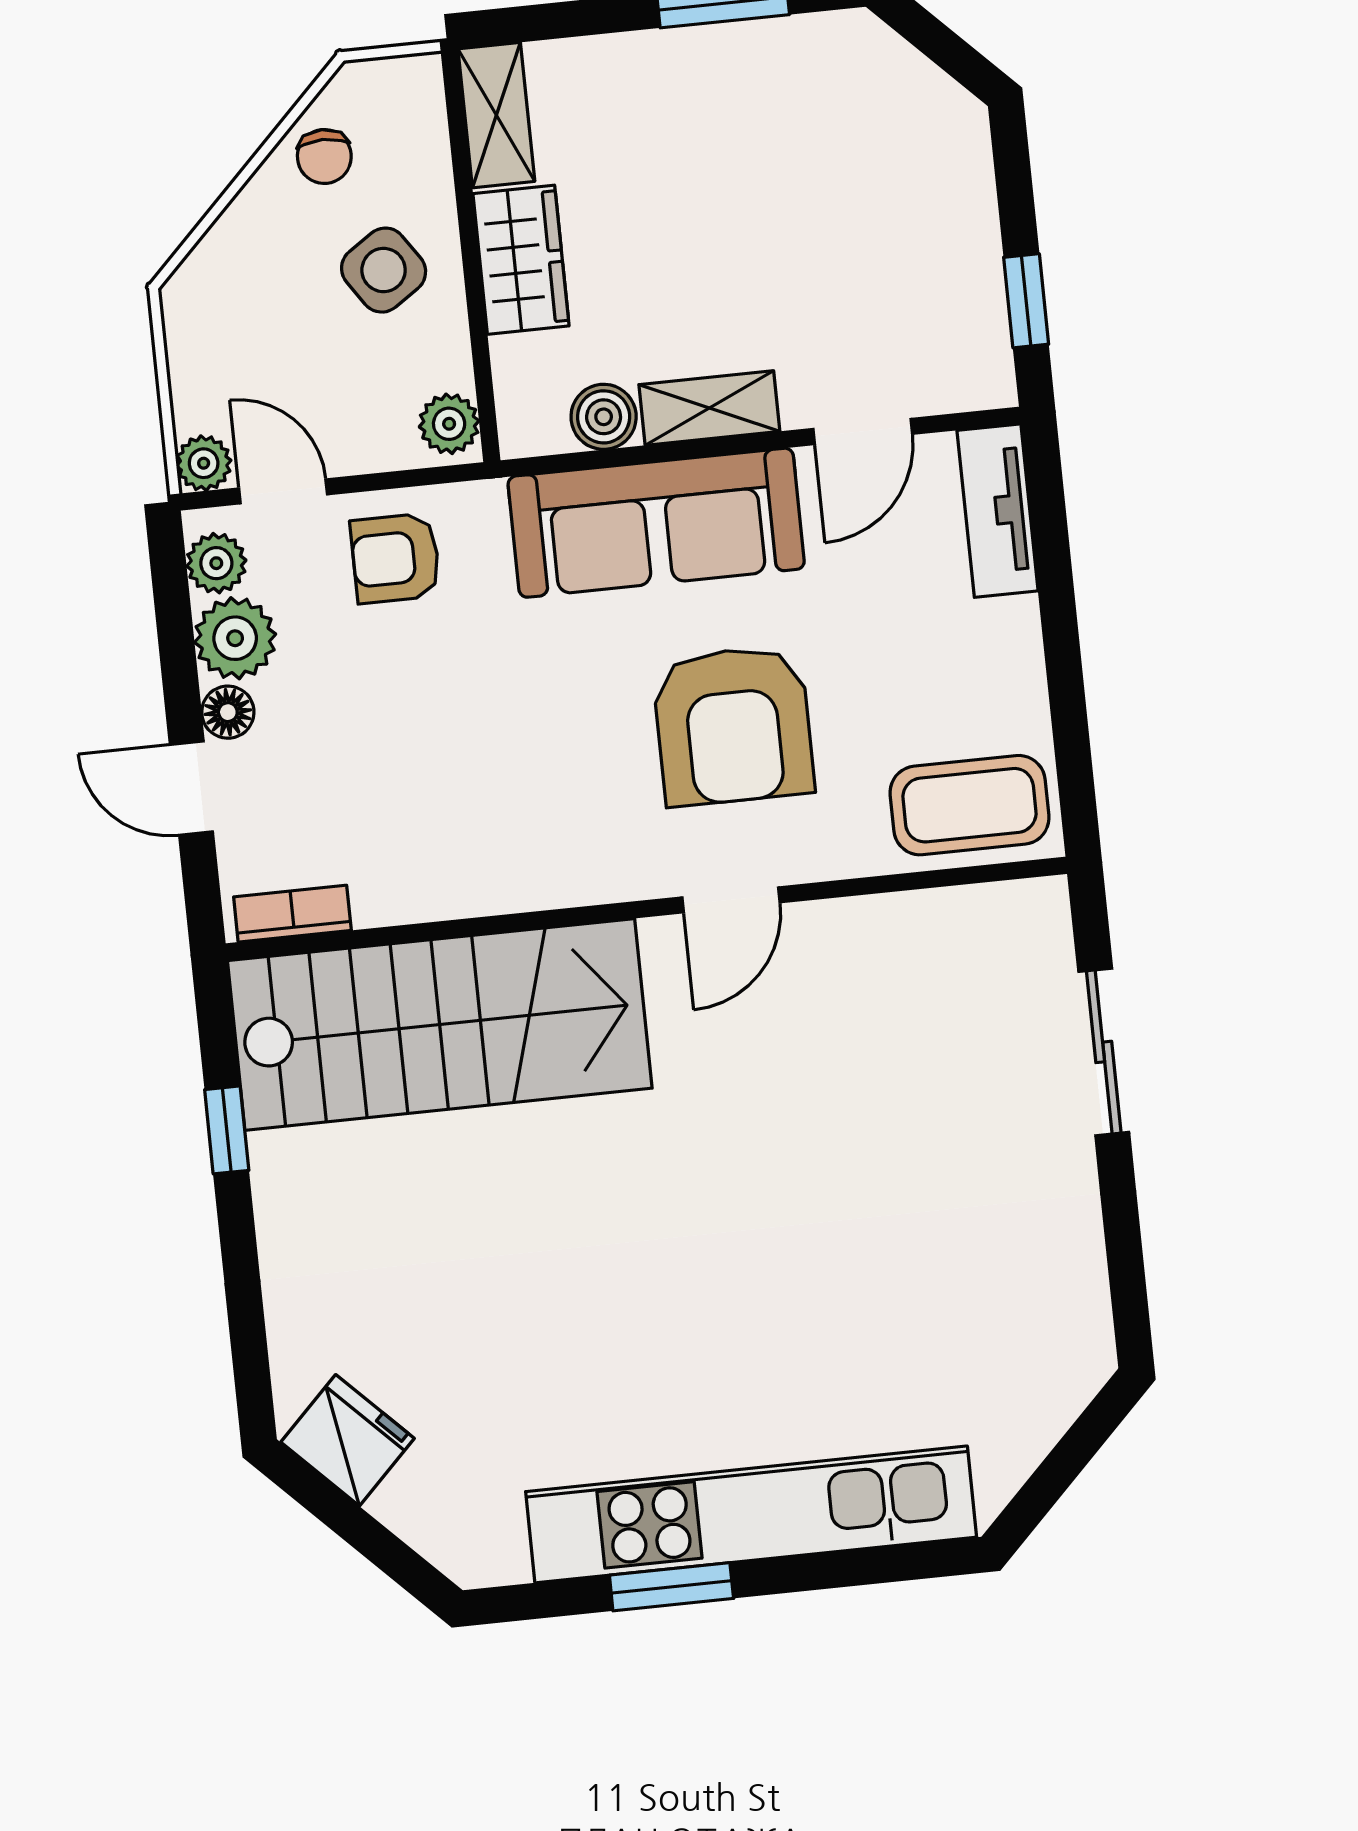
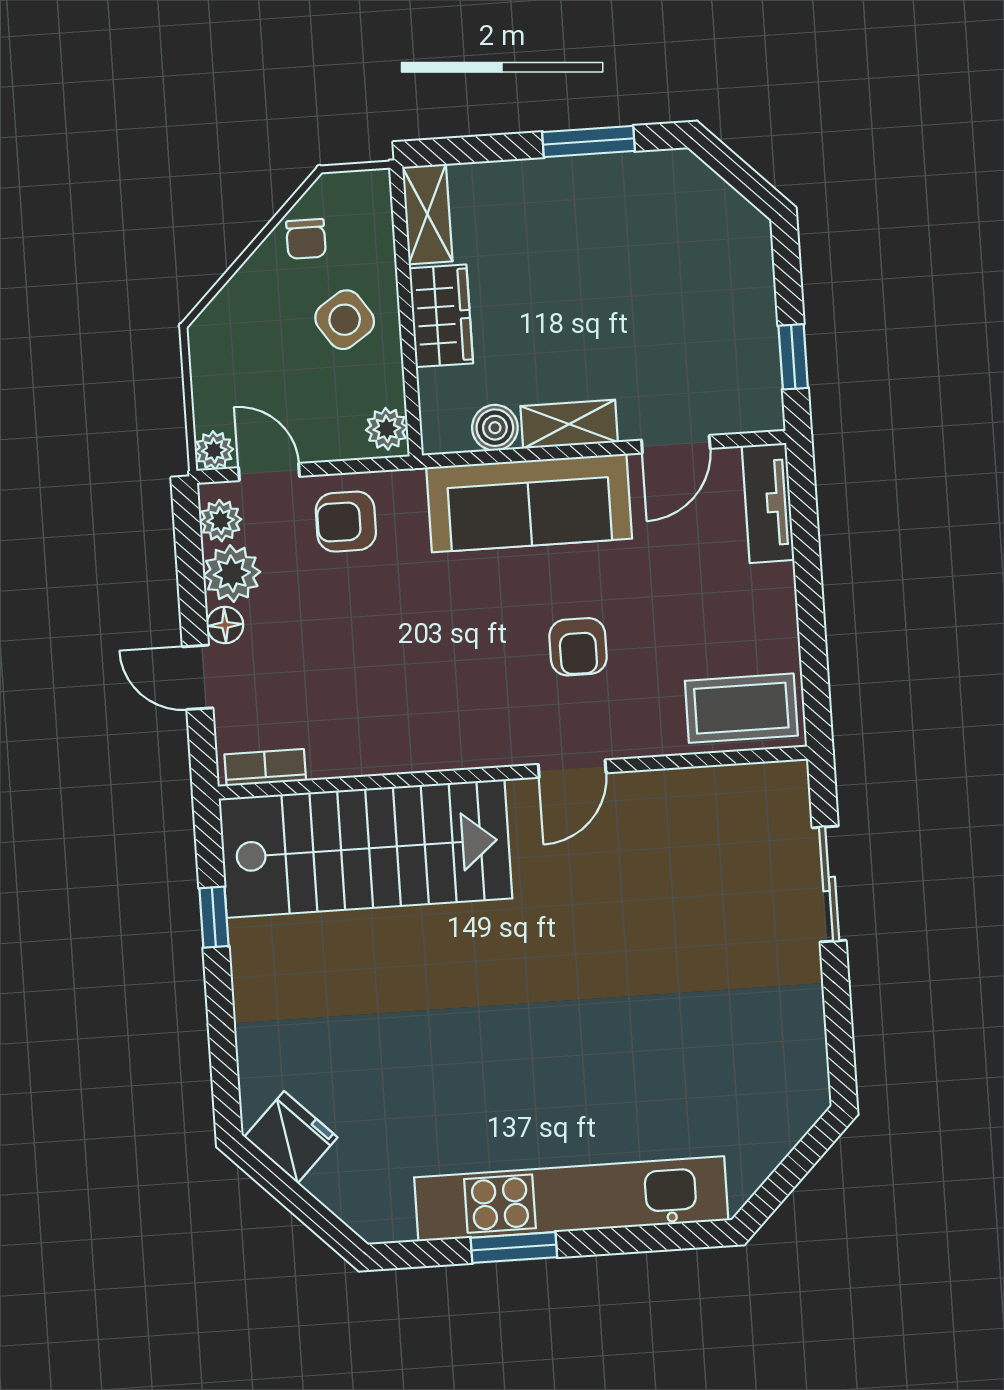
armchair: (733, 726) -> (578, 647), width x0.53, depth x0.53

